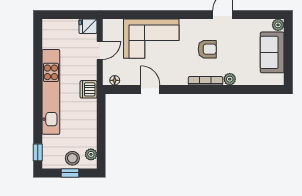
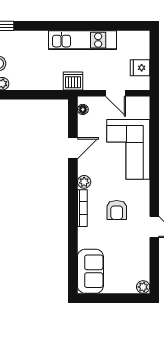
fridge: (88, 26) -> (140, 68), moved, turned -90
sofa: (272, 52) -> (90, 271), moved, turned 90
plant: (230, 79) -> (84, 182), moved
kitchen unit: (51, 92) -> (83, 40), width x0.73

